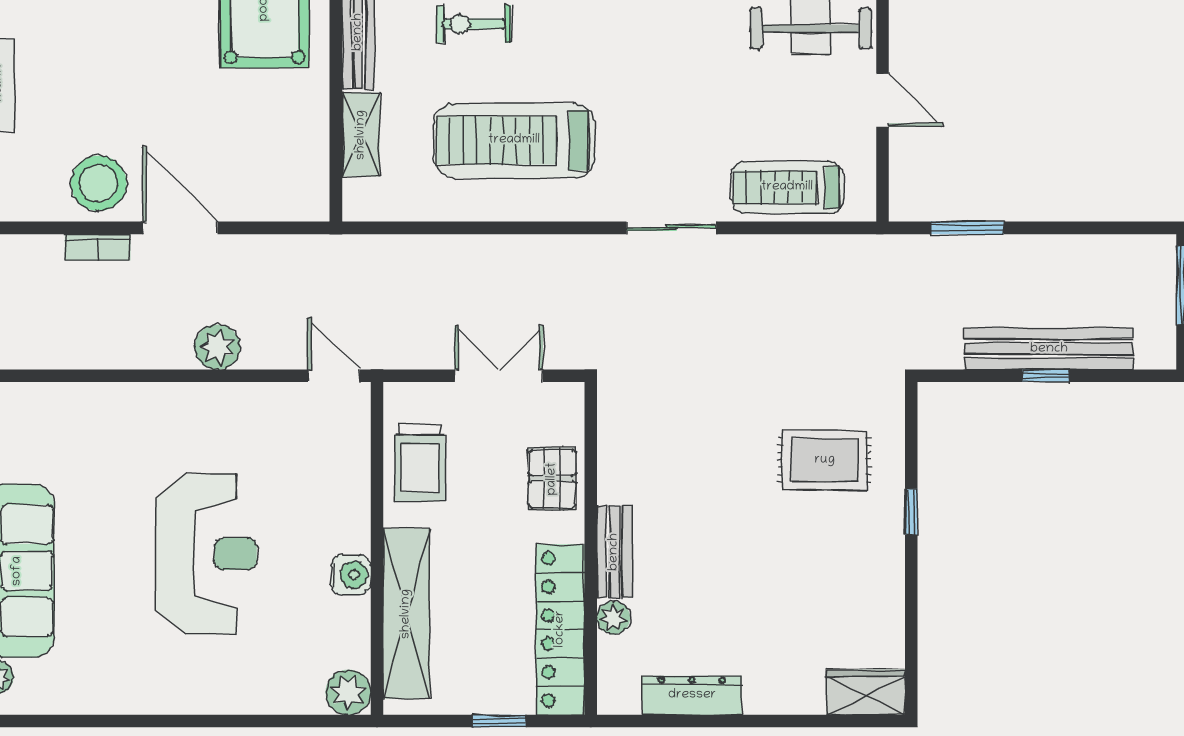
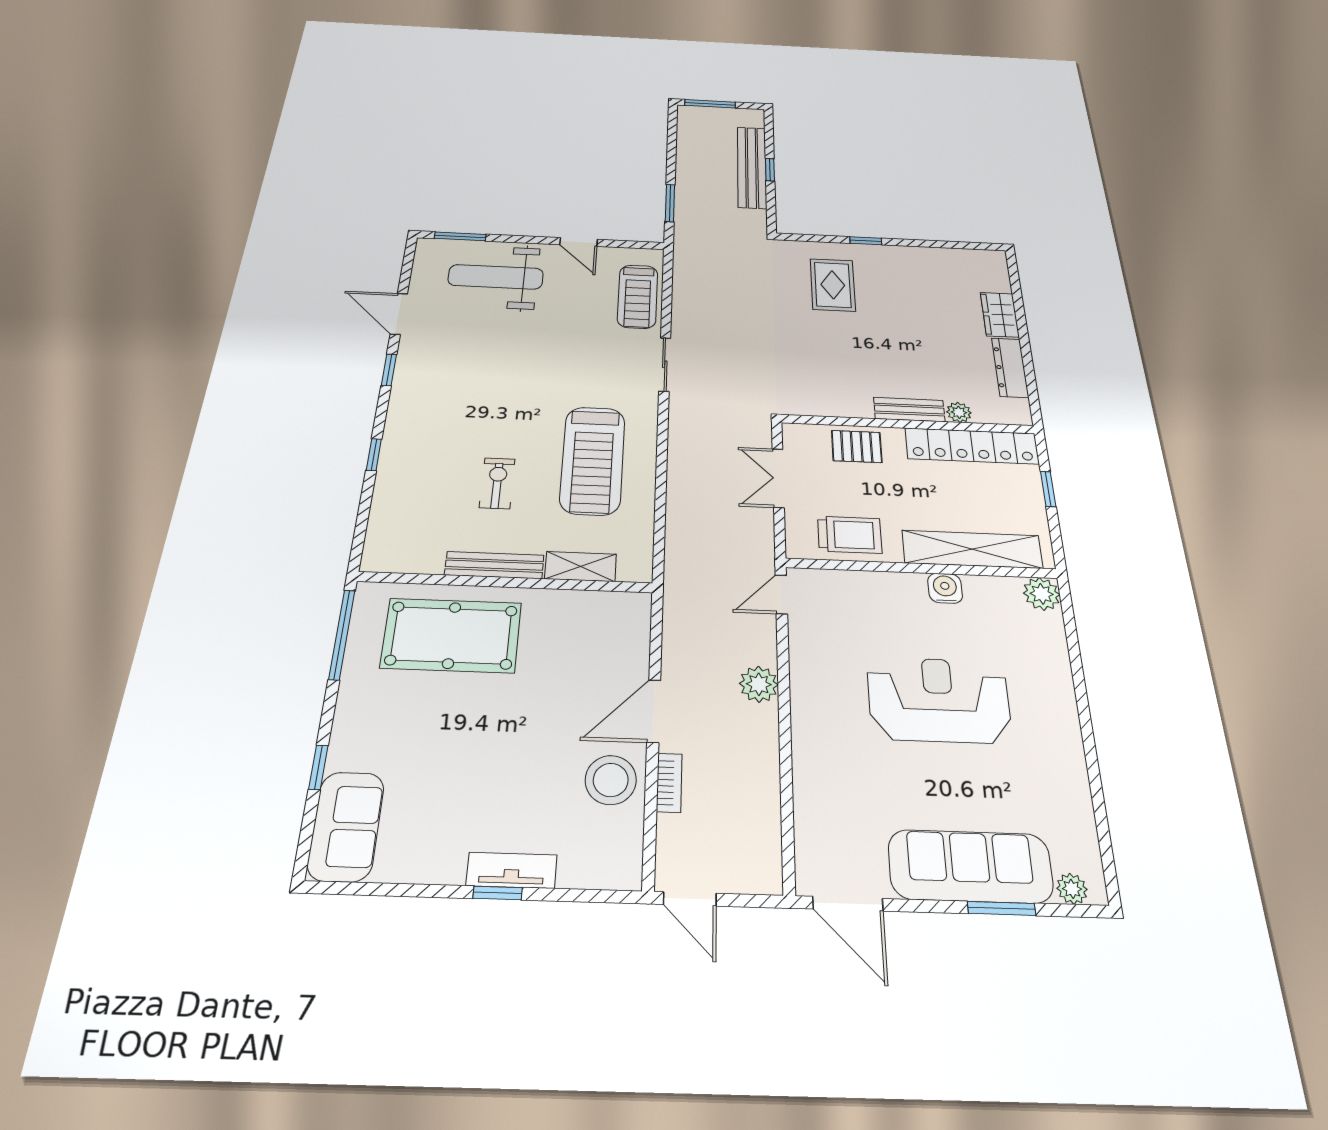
exercise bike: (474, 24) -> (497, 483), turned 180
door: (882, 100) -> (579, 242), swing flipped
wardrobe: (866, 692) -> (1000, 315), moved

